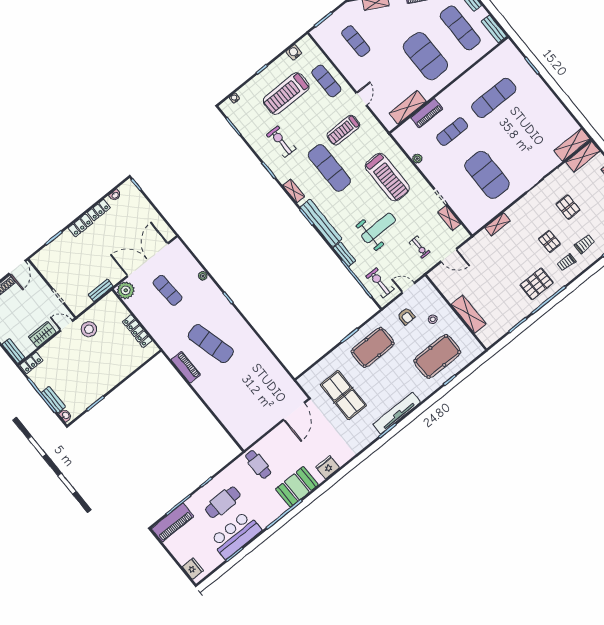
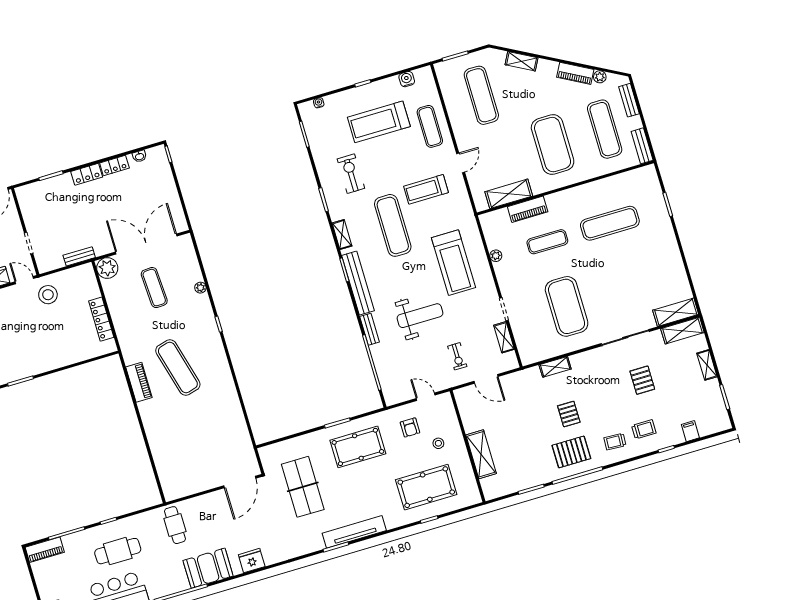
exercise mat: (356, 41) -> (481, 95), width x1.36, depth x1.45
pallet: (549, 241) -> (569, 414), moved
exercise bike: (380, 283) -> (396, 378), removed
piano: (172, 522) -> (45, 550), width x0.73, depth x0.75

